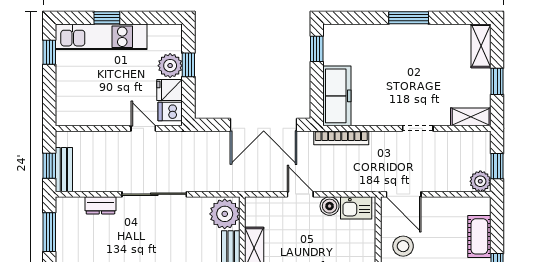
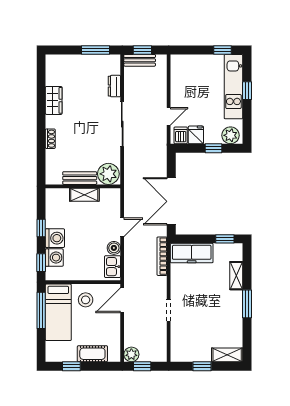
plant: (170, 66) -> (231, 135), moved
shelving: (471, 117) -> (236, 276), moved

